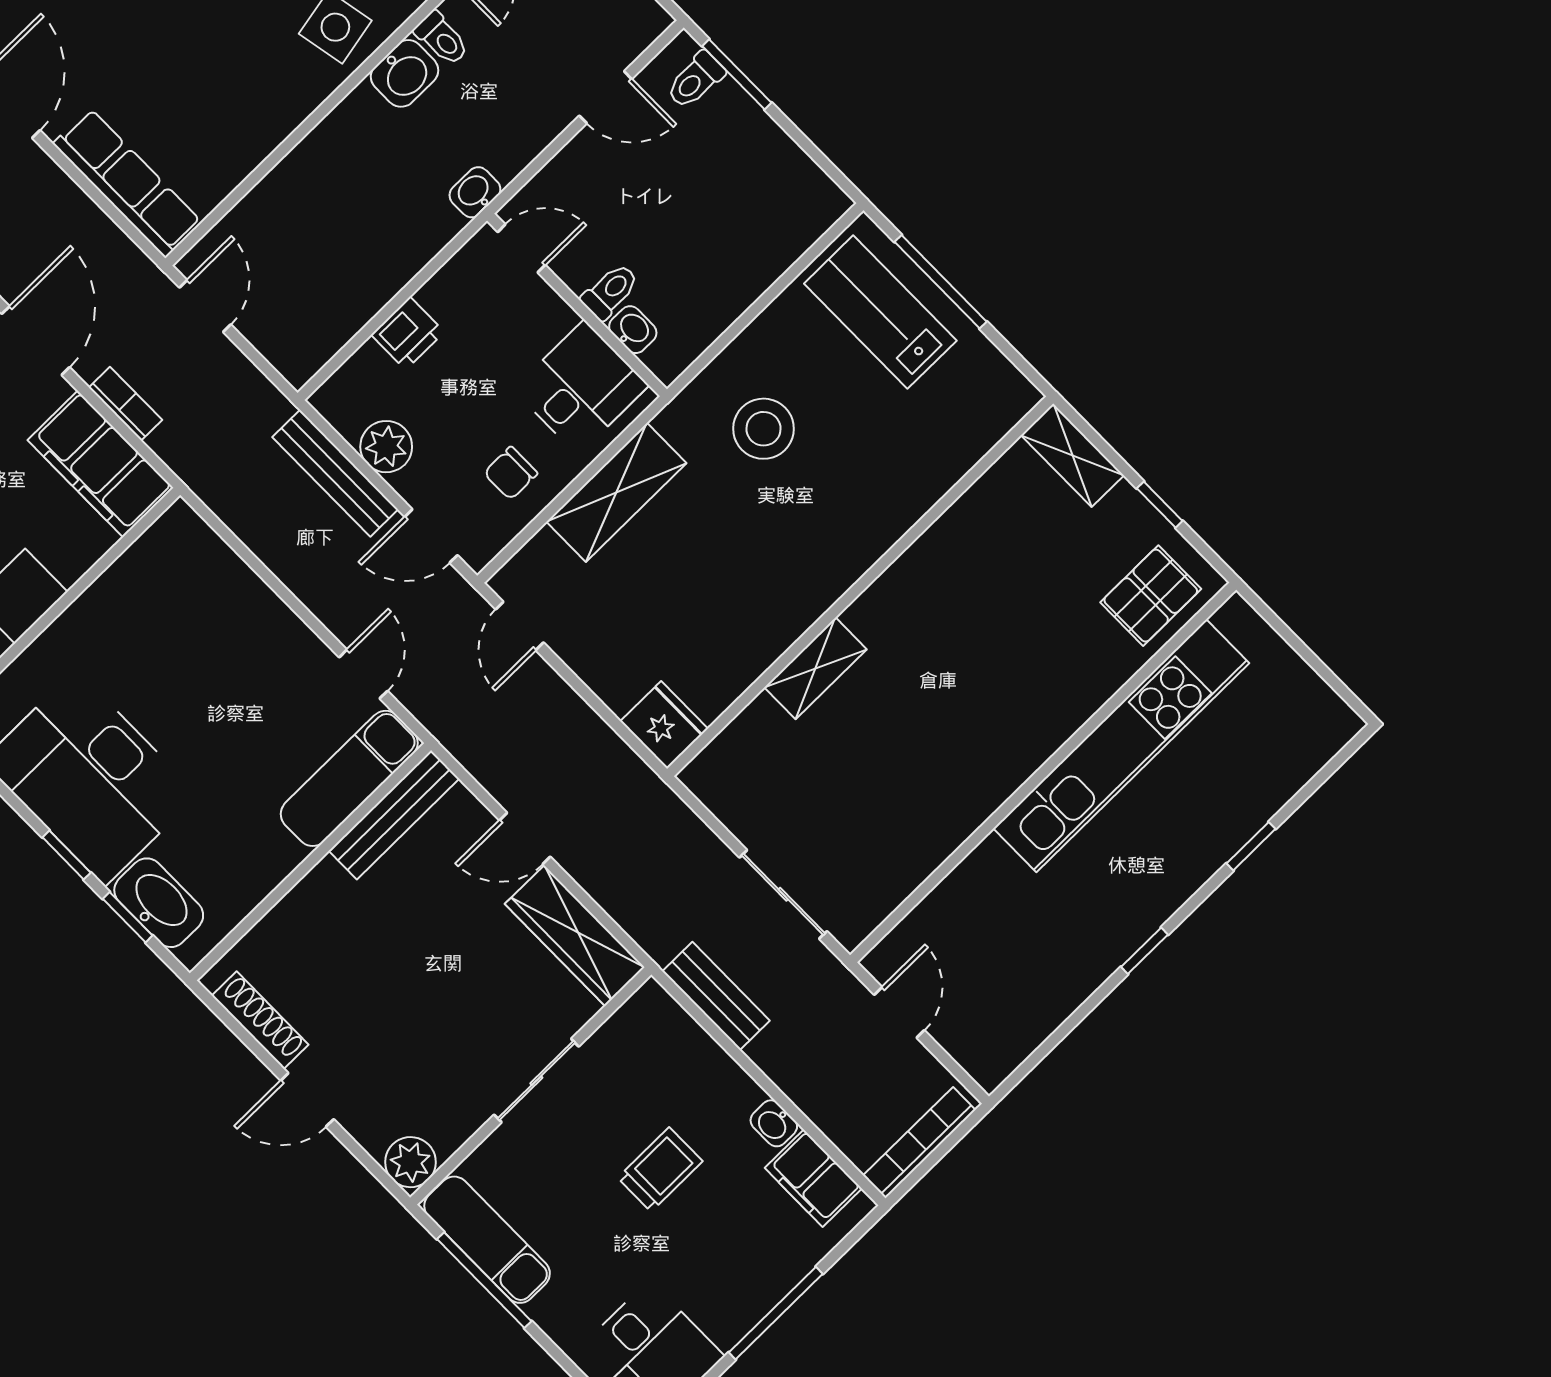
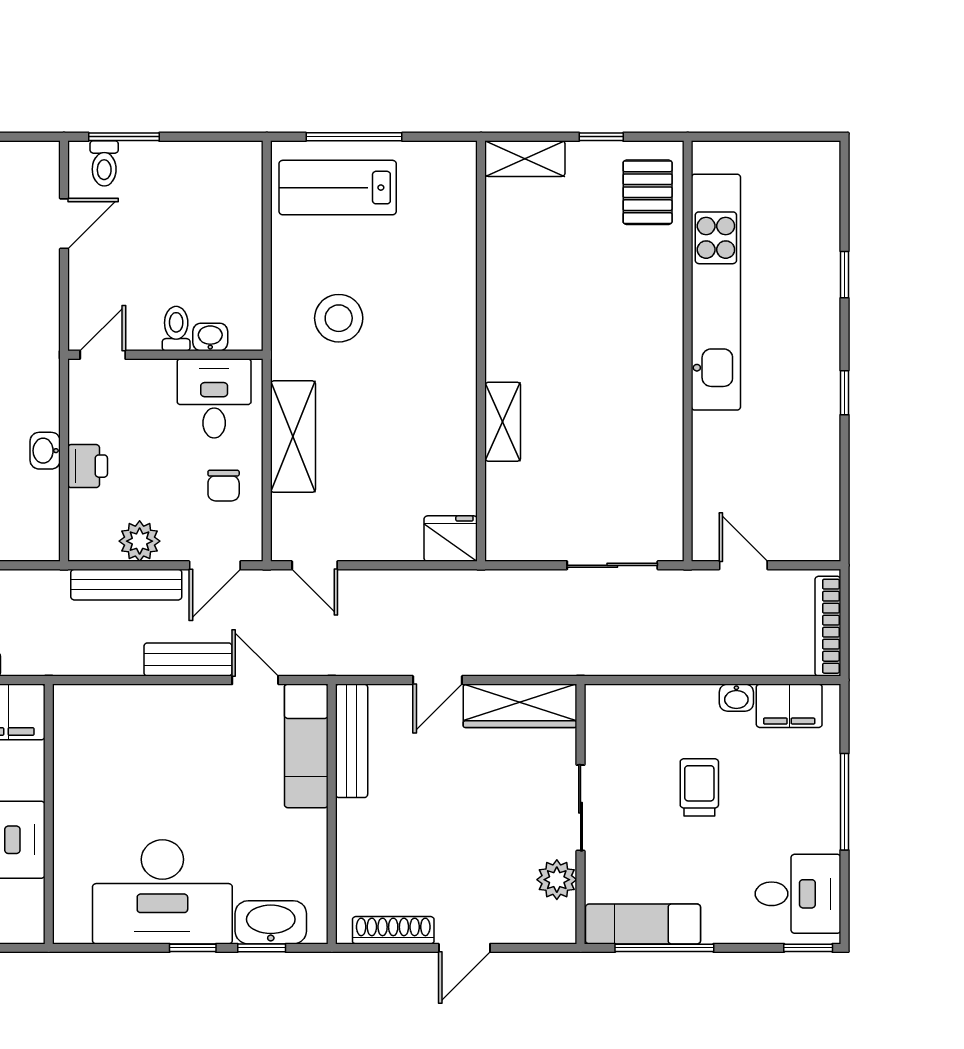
washbasin: (475, 192) -> (45, 451), moved
bench: (716, 996) -> (188, 660), moved
plant: (410, 1162) -> (557, 880), moved

